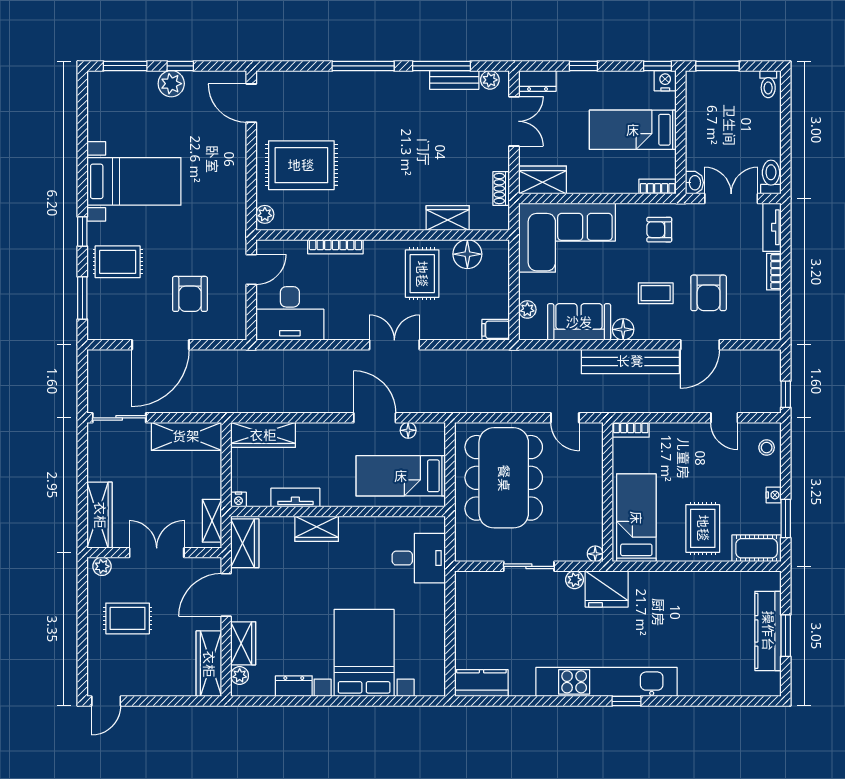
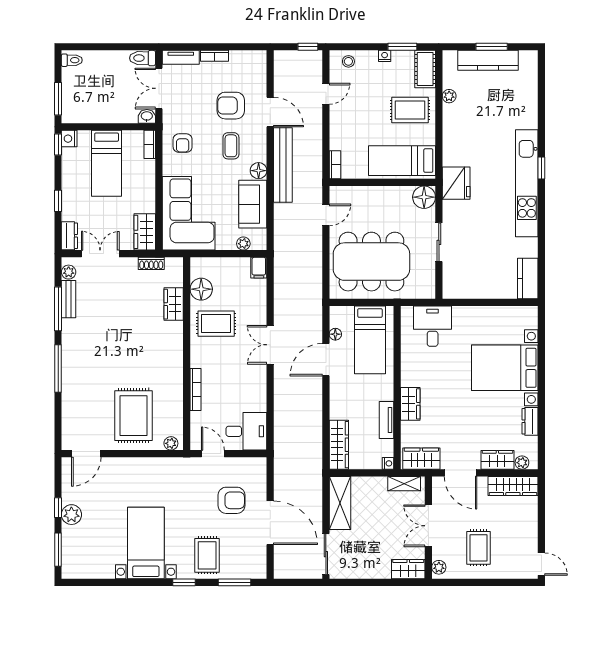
armchair: (709, 293) -> (231, 106), turned 180
desk: (290, 313) -> (246, 431), width x0.73
wardrobe: (100, 515) -> (408, 569), width x0.67
floor lamp: (595, 554) -> (424, 197), width x1.89, depth x1.89
plant: (575, 580) -> (449, 96), moved

